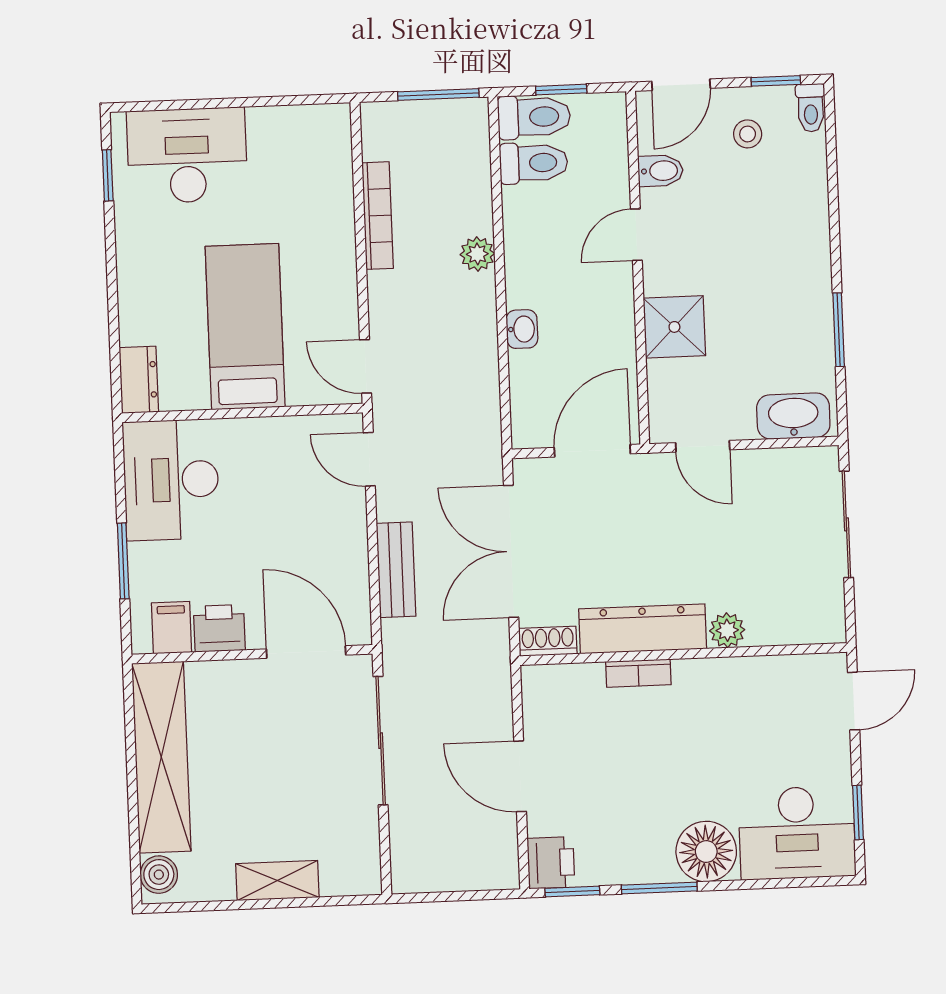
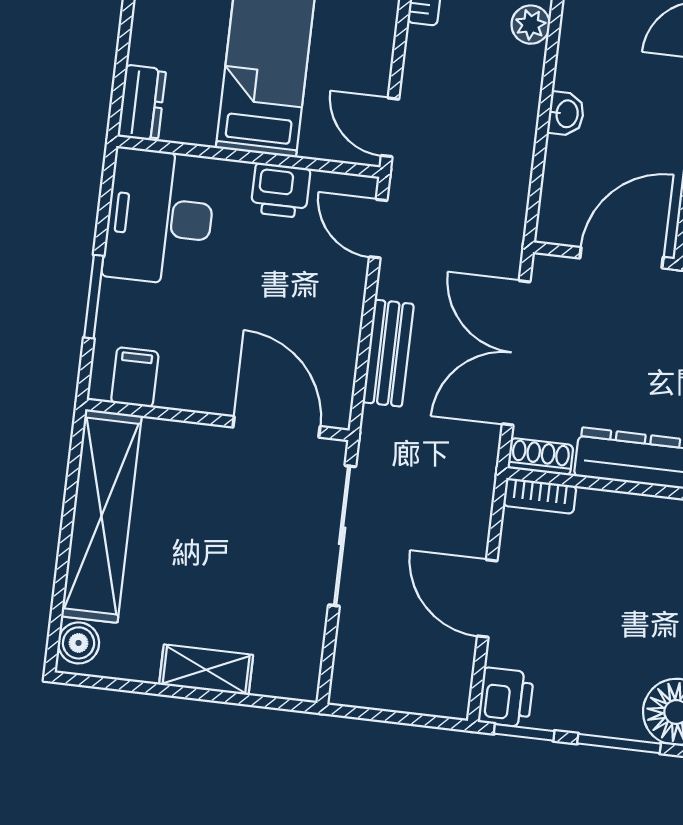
printer: (219, 628) -> (280, 190), moved, turned 180
bookcase: (638, 673) -> (540, 496), moved

